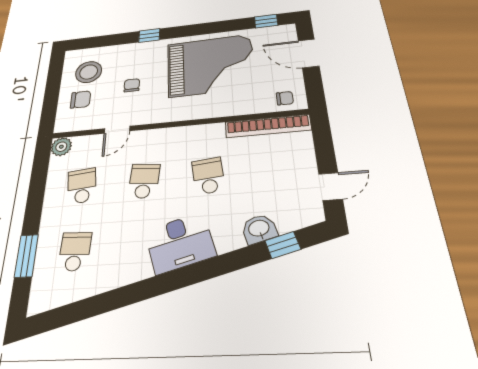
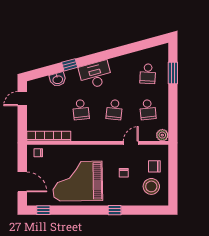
window: (283, 245) -> (70, 65), moved

